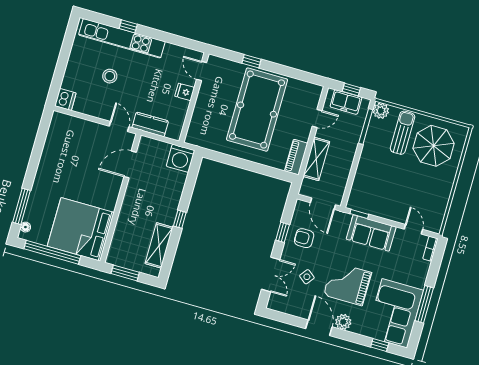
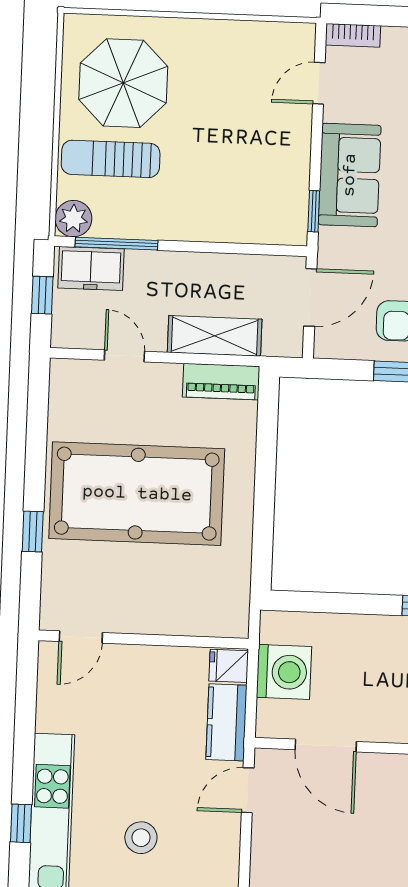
fridge: (185, 92) -> (229, 666), moved, turned 90
freezer: (346, 102) -> (91, 268), moved, turned 90
washing machine: (180, 158) -> (284, 672), moved

